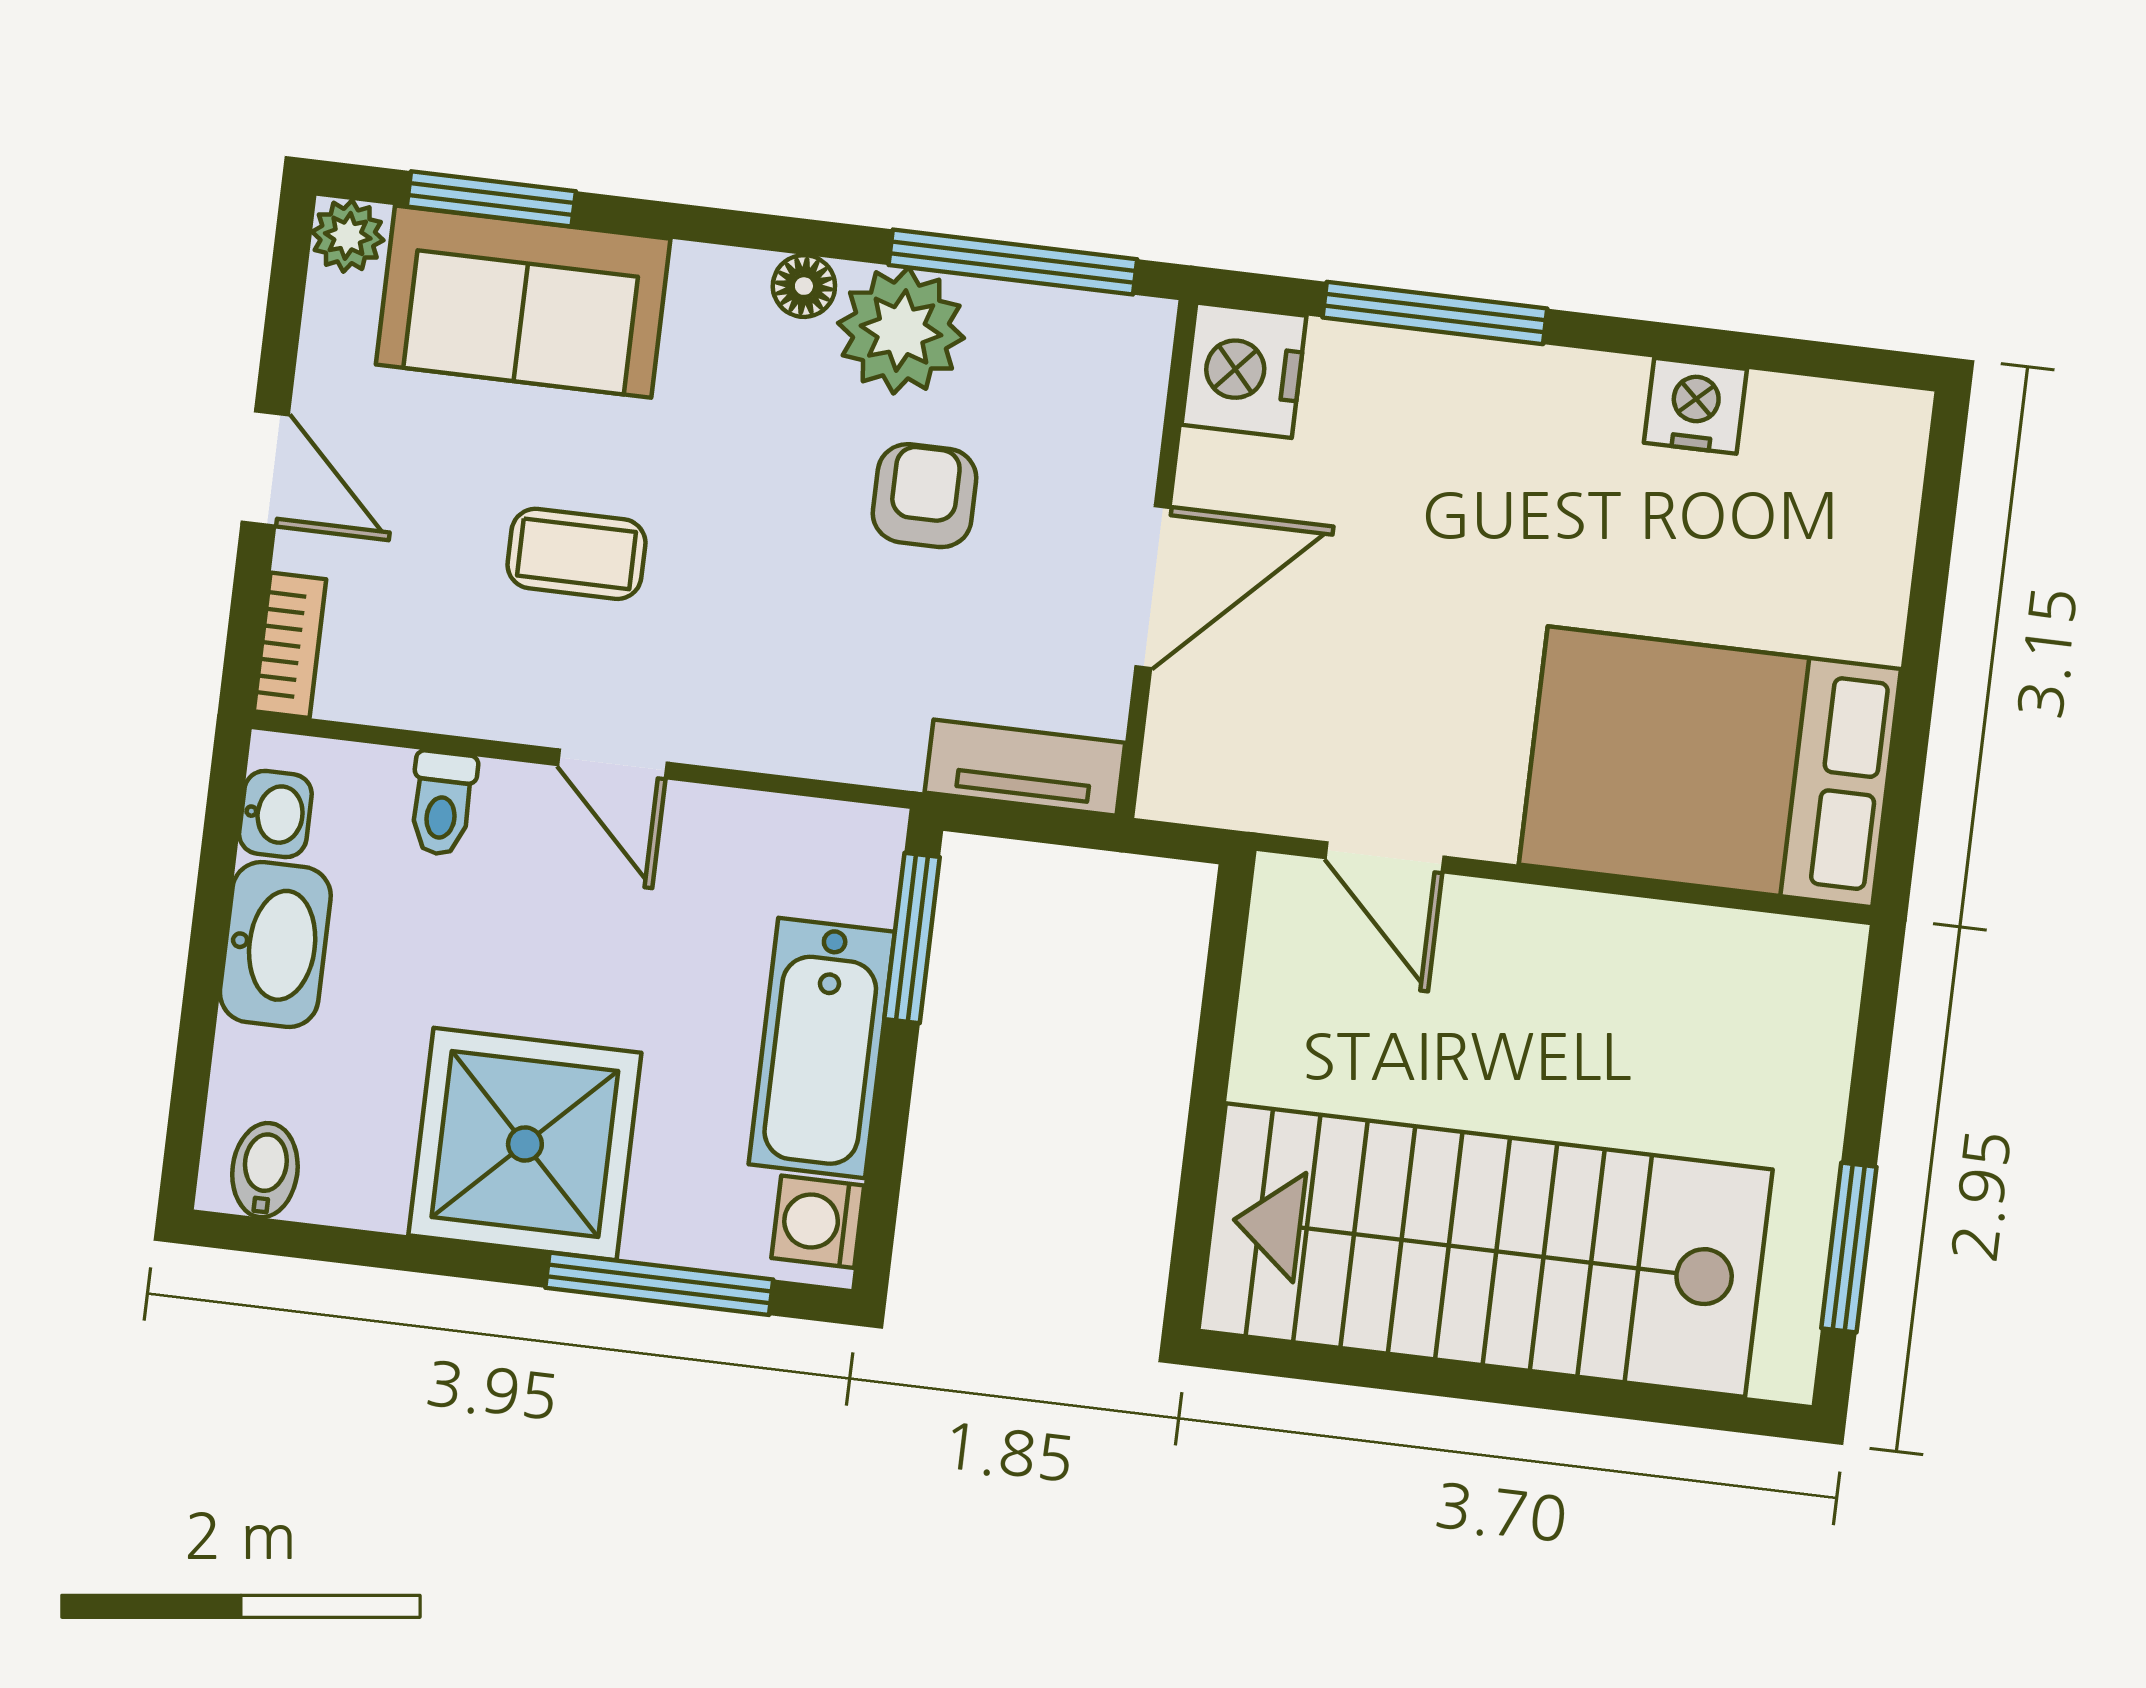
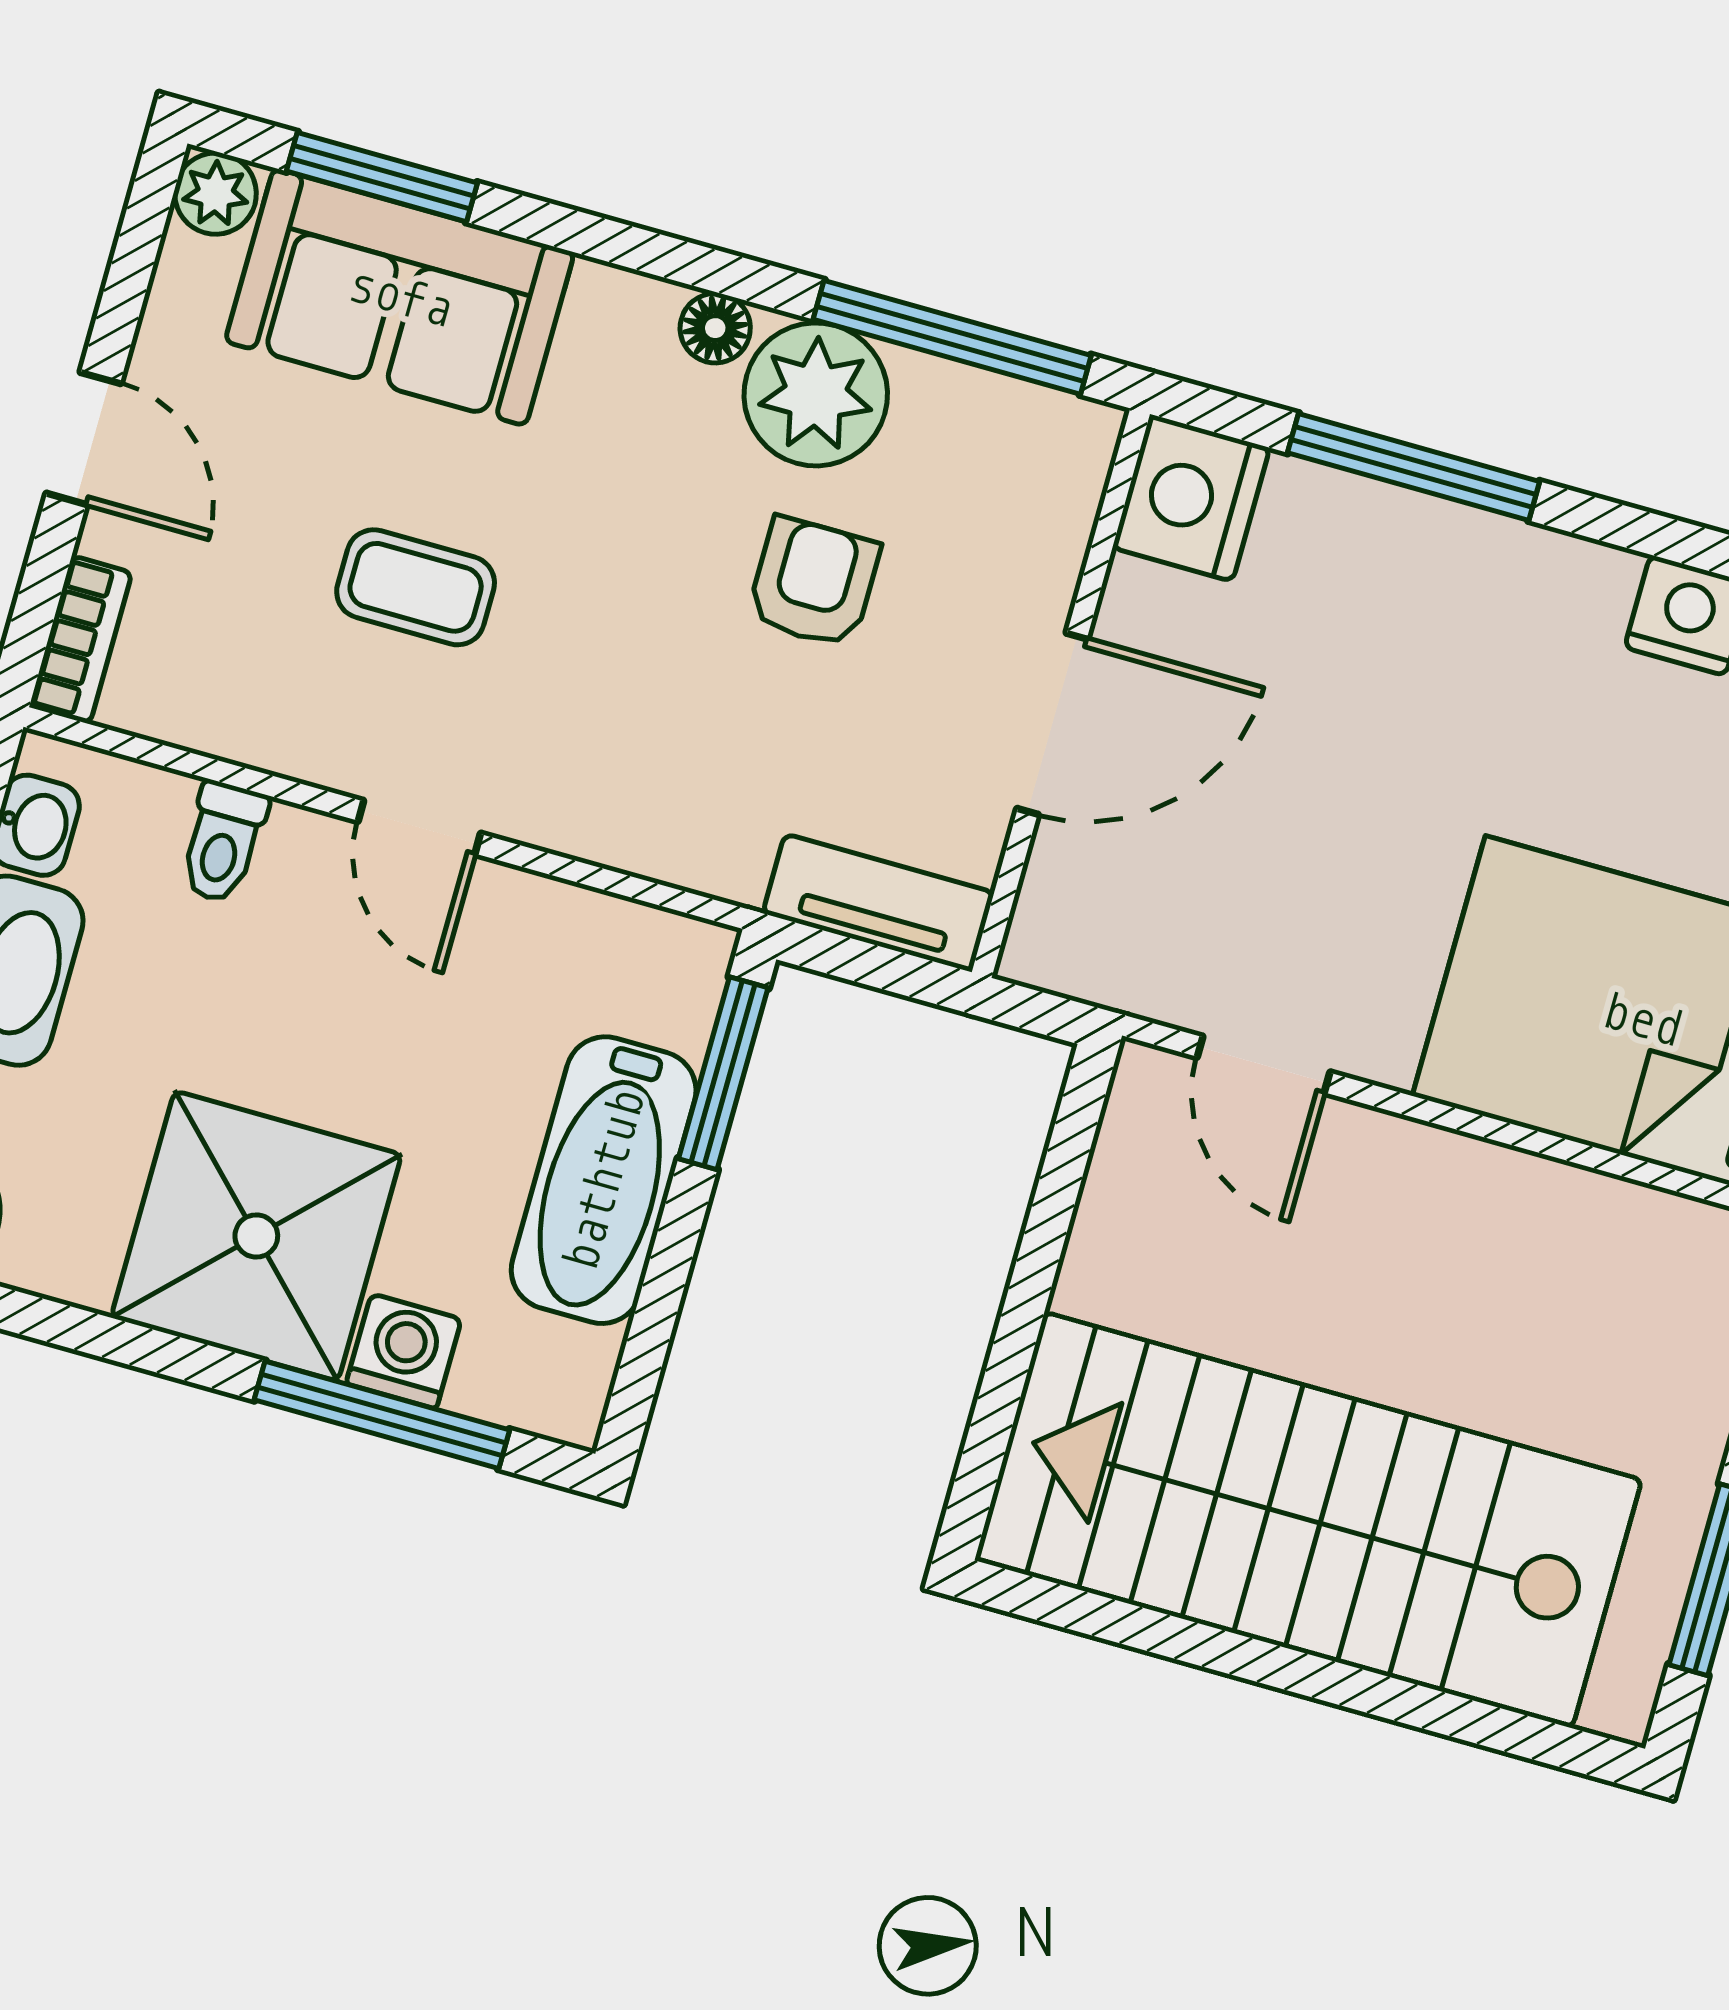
washing machine: (818, 1222) -> (404, 1351), moved, turned 90

